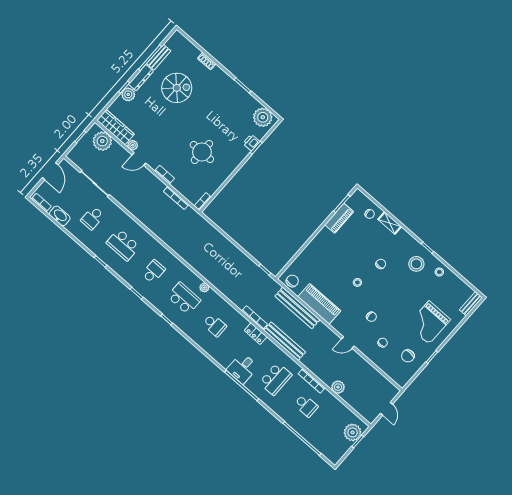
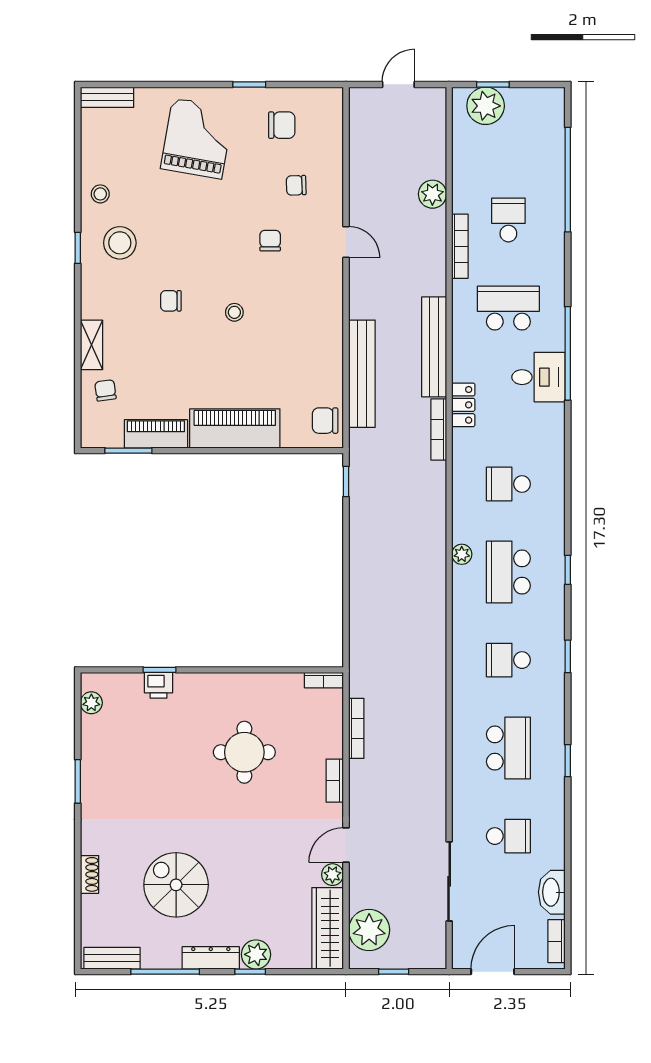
bench: (159, 57) -> (112, 958), moved
plant: (263, 117) -> (91, 703), width x0.53, depth x0.53
door: (139, 159) -> (346, 845), swing flipped
piano: (319, 304) -> (235, 428), moved, turned 90
grand piano: (429, 323) -> (197, 138), turned -80
school desk: (214, 325) -> (508, 484), turned -90

